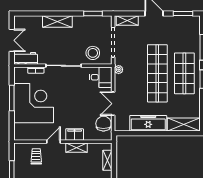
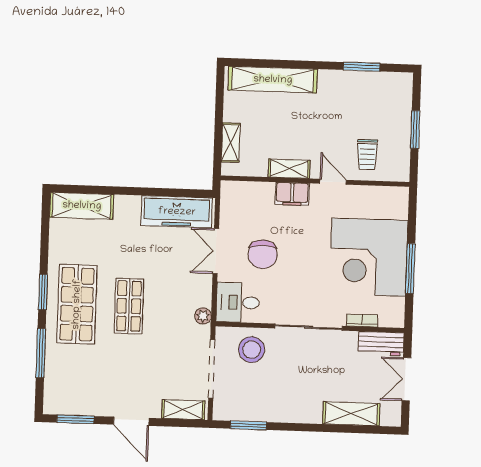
shelving: (57, 21) -> (351, 414), moved
shop shelf: (157, 73) -> (129, 306), width x0.50, depth x0.74
double door: (113, 104) -> (216, 251), swing flipped
freezer: (148, 123) -> (177, 212), moved
chair: (103, 124) -> (263, 254), moved
door: (53, 142) -> (333, 182), swing flipped

